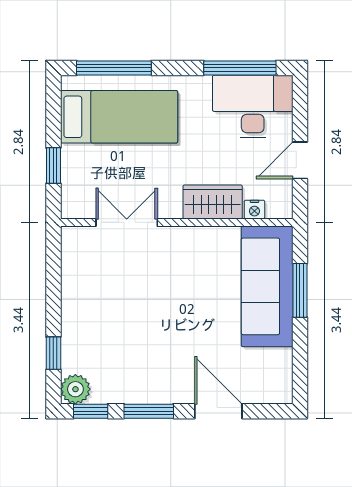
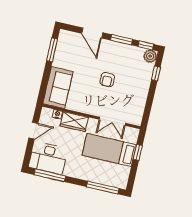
bed: (119, 117) -> (109, 150), moved
sofa: (267, 286) -> (58, 88), width x0.73
window: (300, 290) -> (52, 50), moved
armchair: (160, 314) -> (107, 80), added

